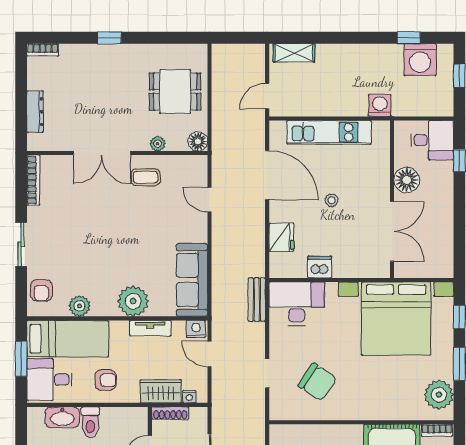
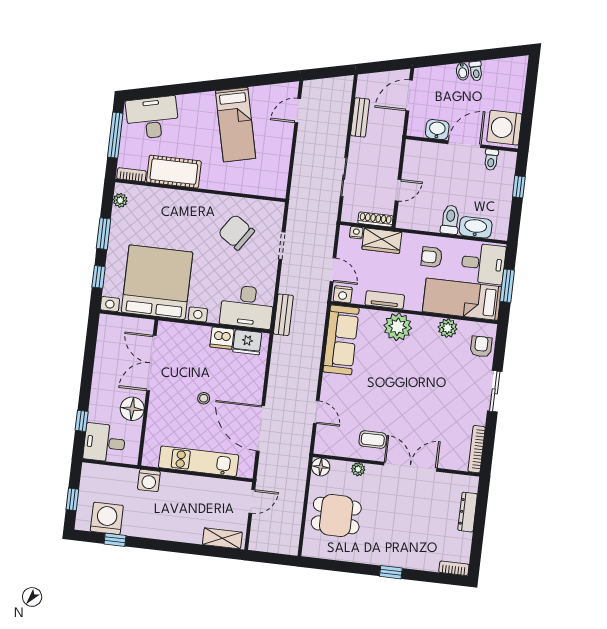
fridge: (281, 237) -> (247, 342), moved, turned -90
plant: (439, 395) -> (120, 200), width x0.53, depth x0.53

